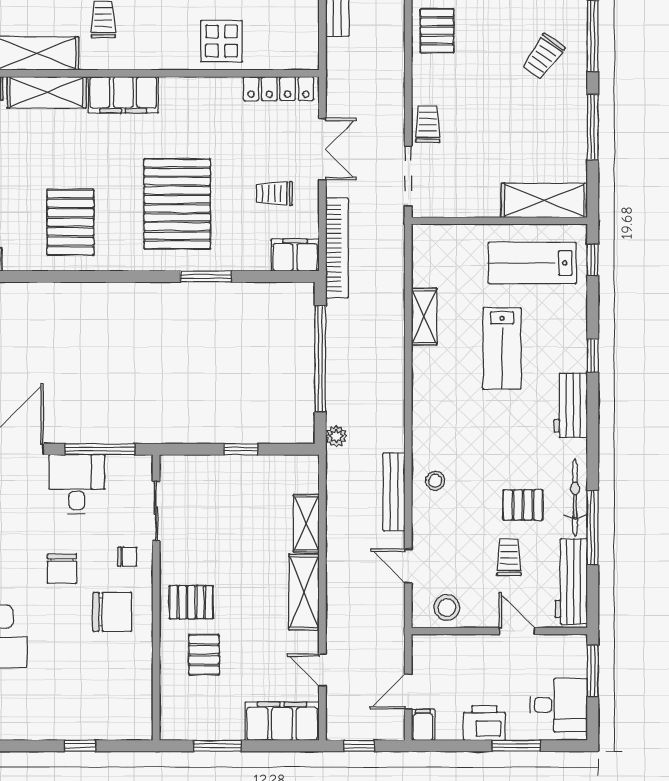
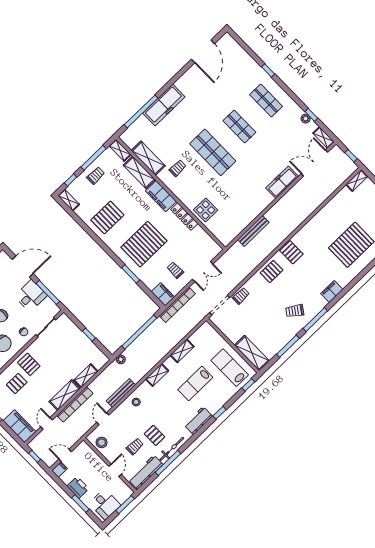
locker: (278, 89) -> (184, 217), moved
shelving: (424, 400) -> (157, 375), added
bookcase: (337, 590) -> (75, 404), added

